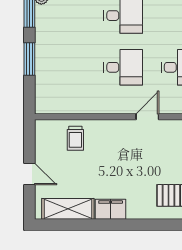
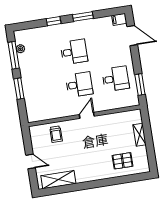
door: (147, 117) -> (87, 115), moved
filing cabinet: (111, 209) -> (85, 176), removed

